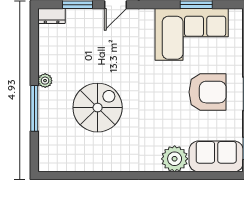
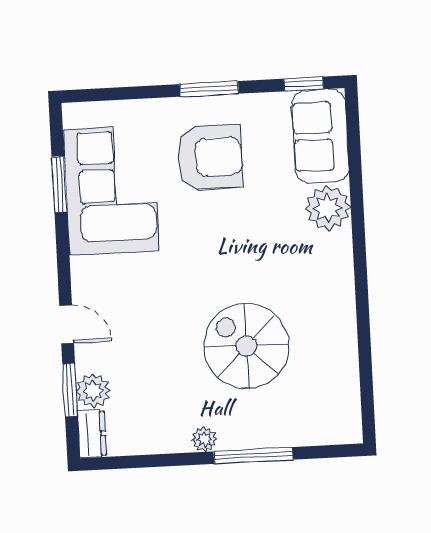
plant: (76, 18) -> (93, 391), added
armchair: (208, 92) -> (210, 157), turned 90

